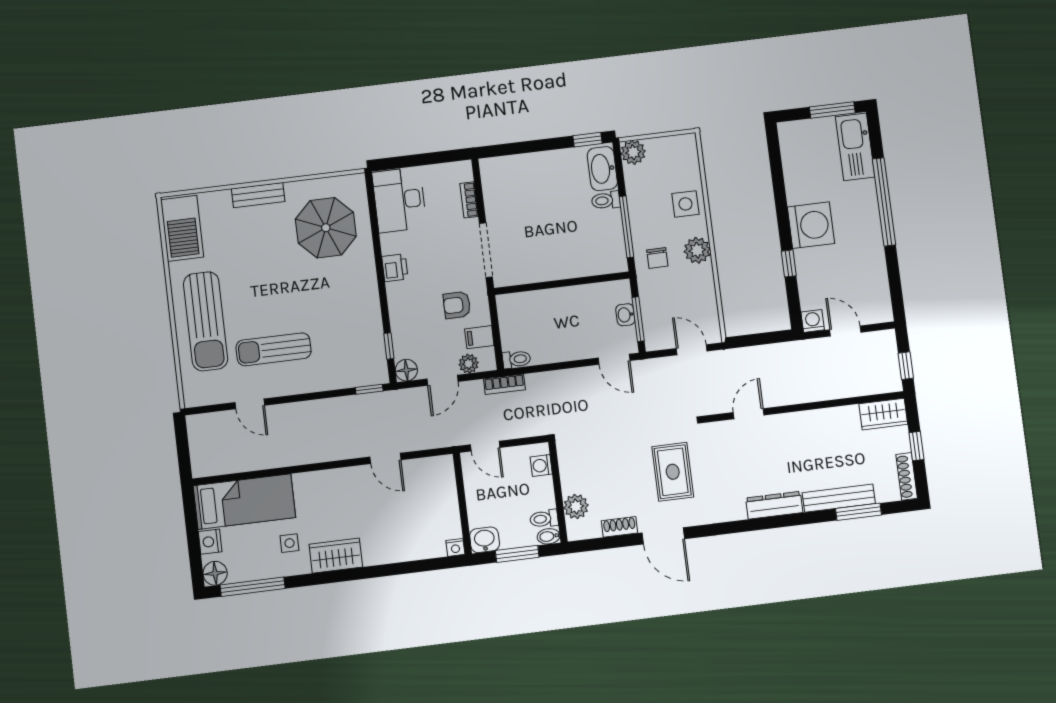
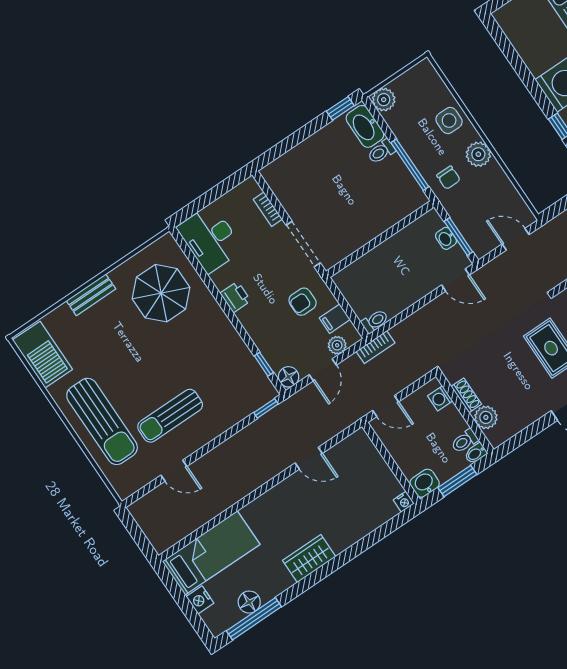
shoe rack: (620, 527) -> (466, 395), moved, turned 90
side table: (289, 543) -> (266, 568), removed
floor lamp: (215, 573) -> (249, 602), moved

